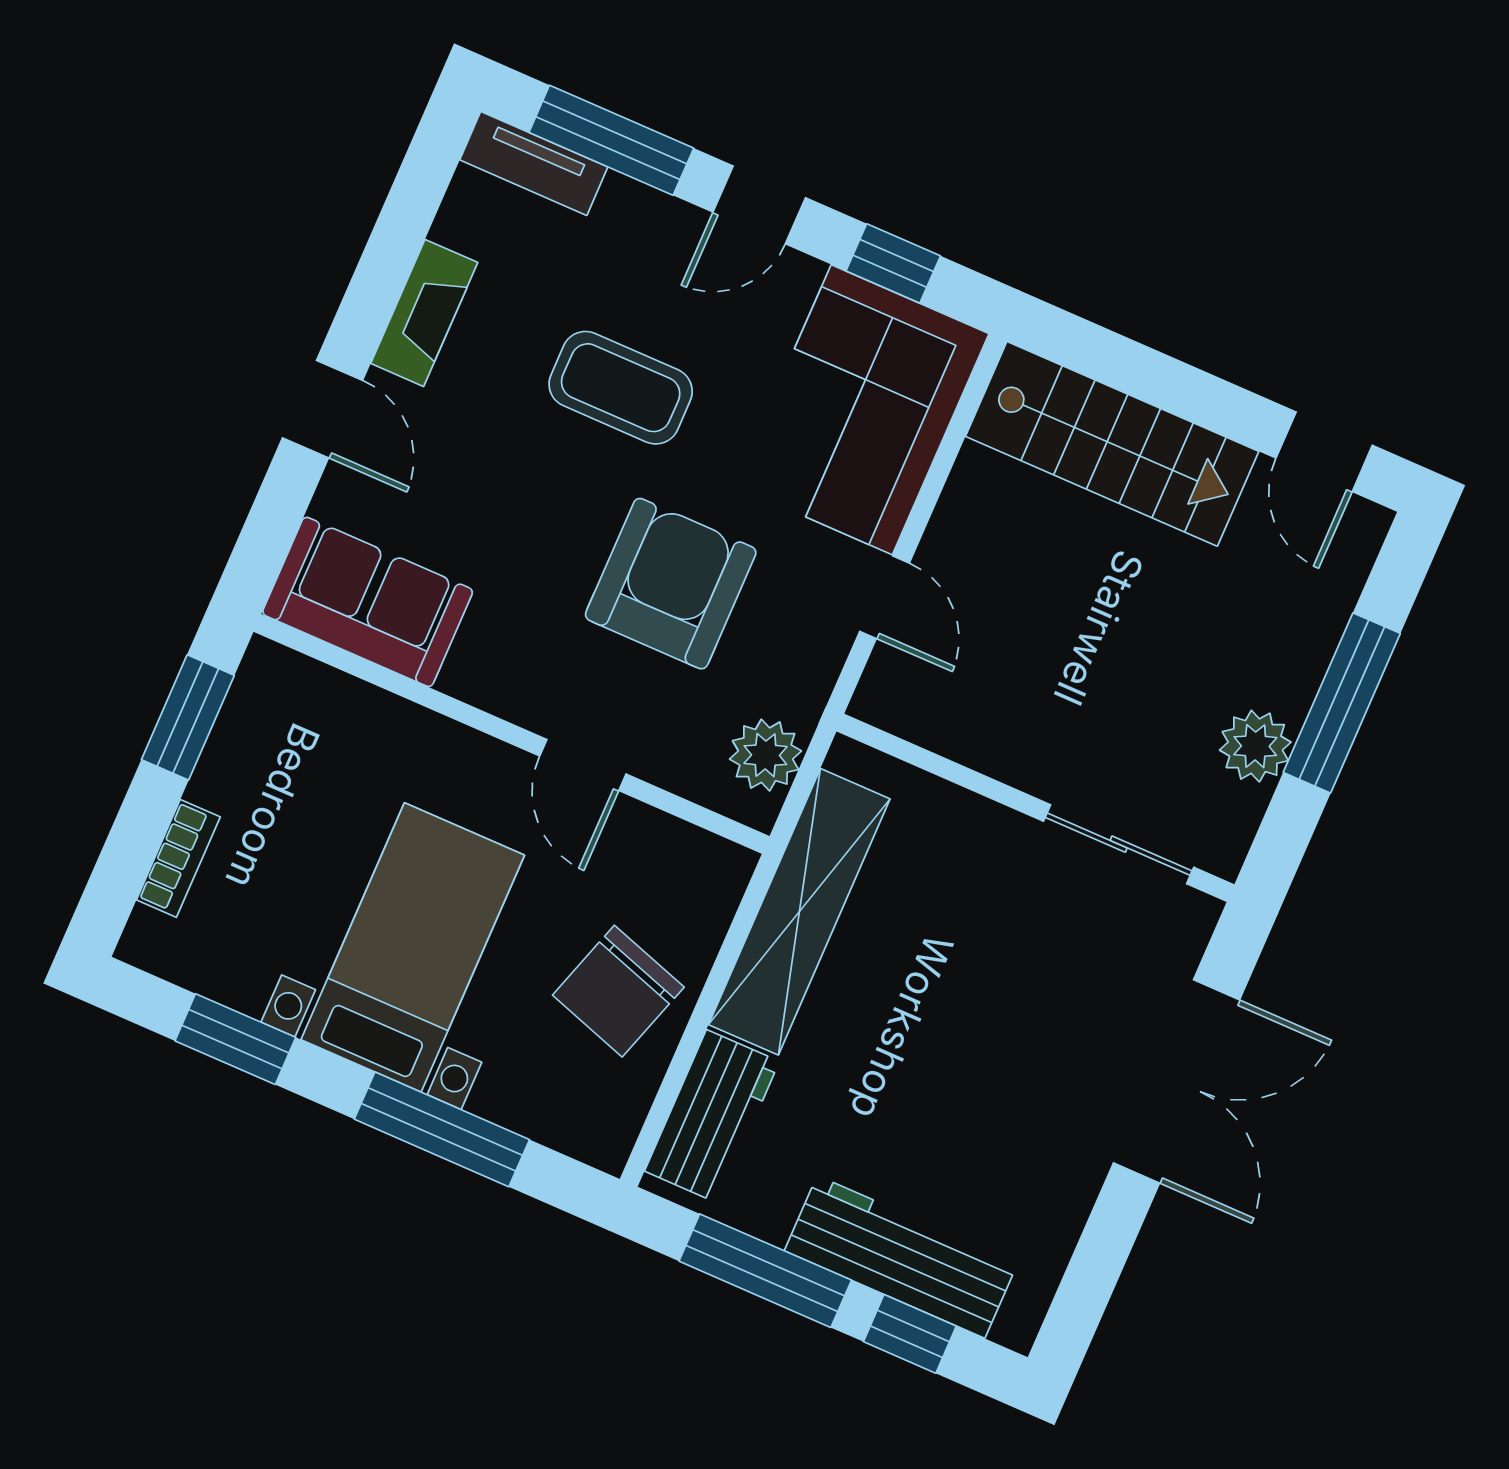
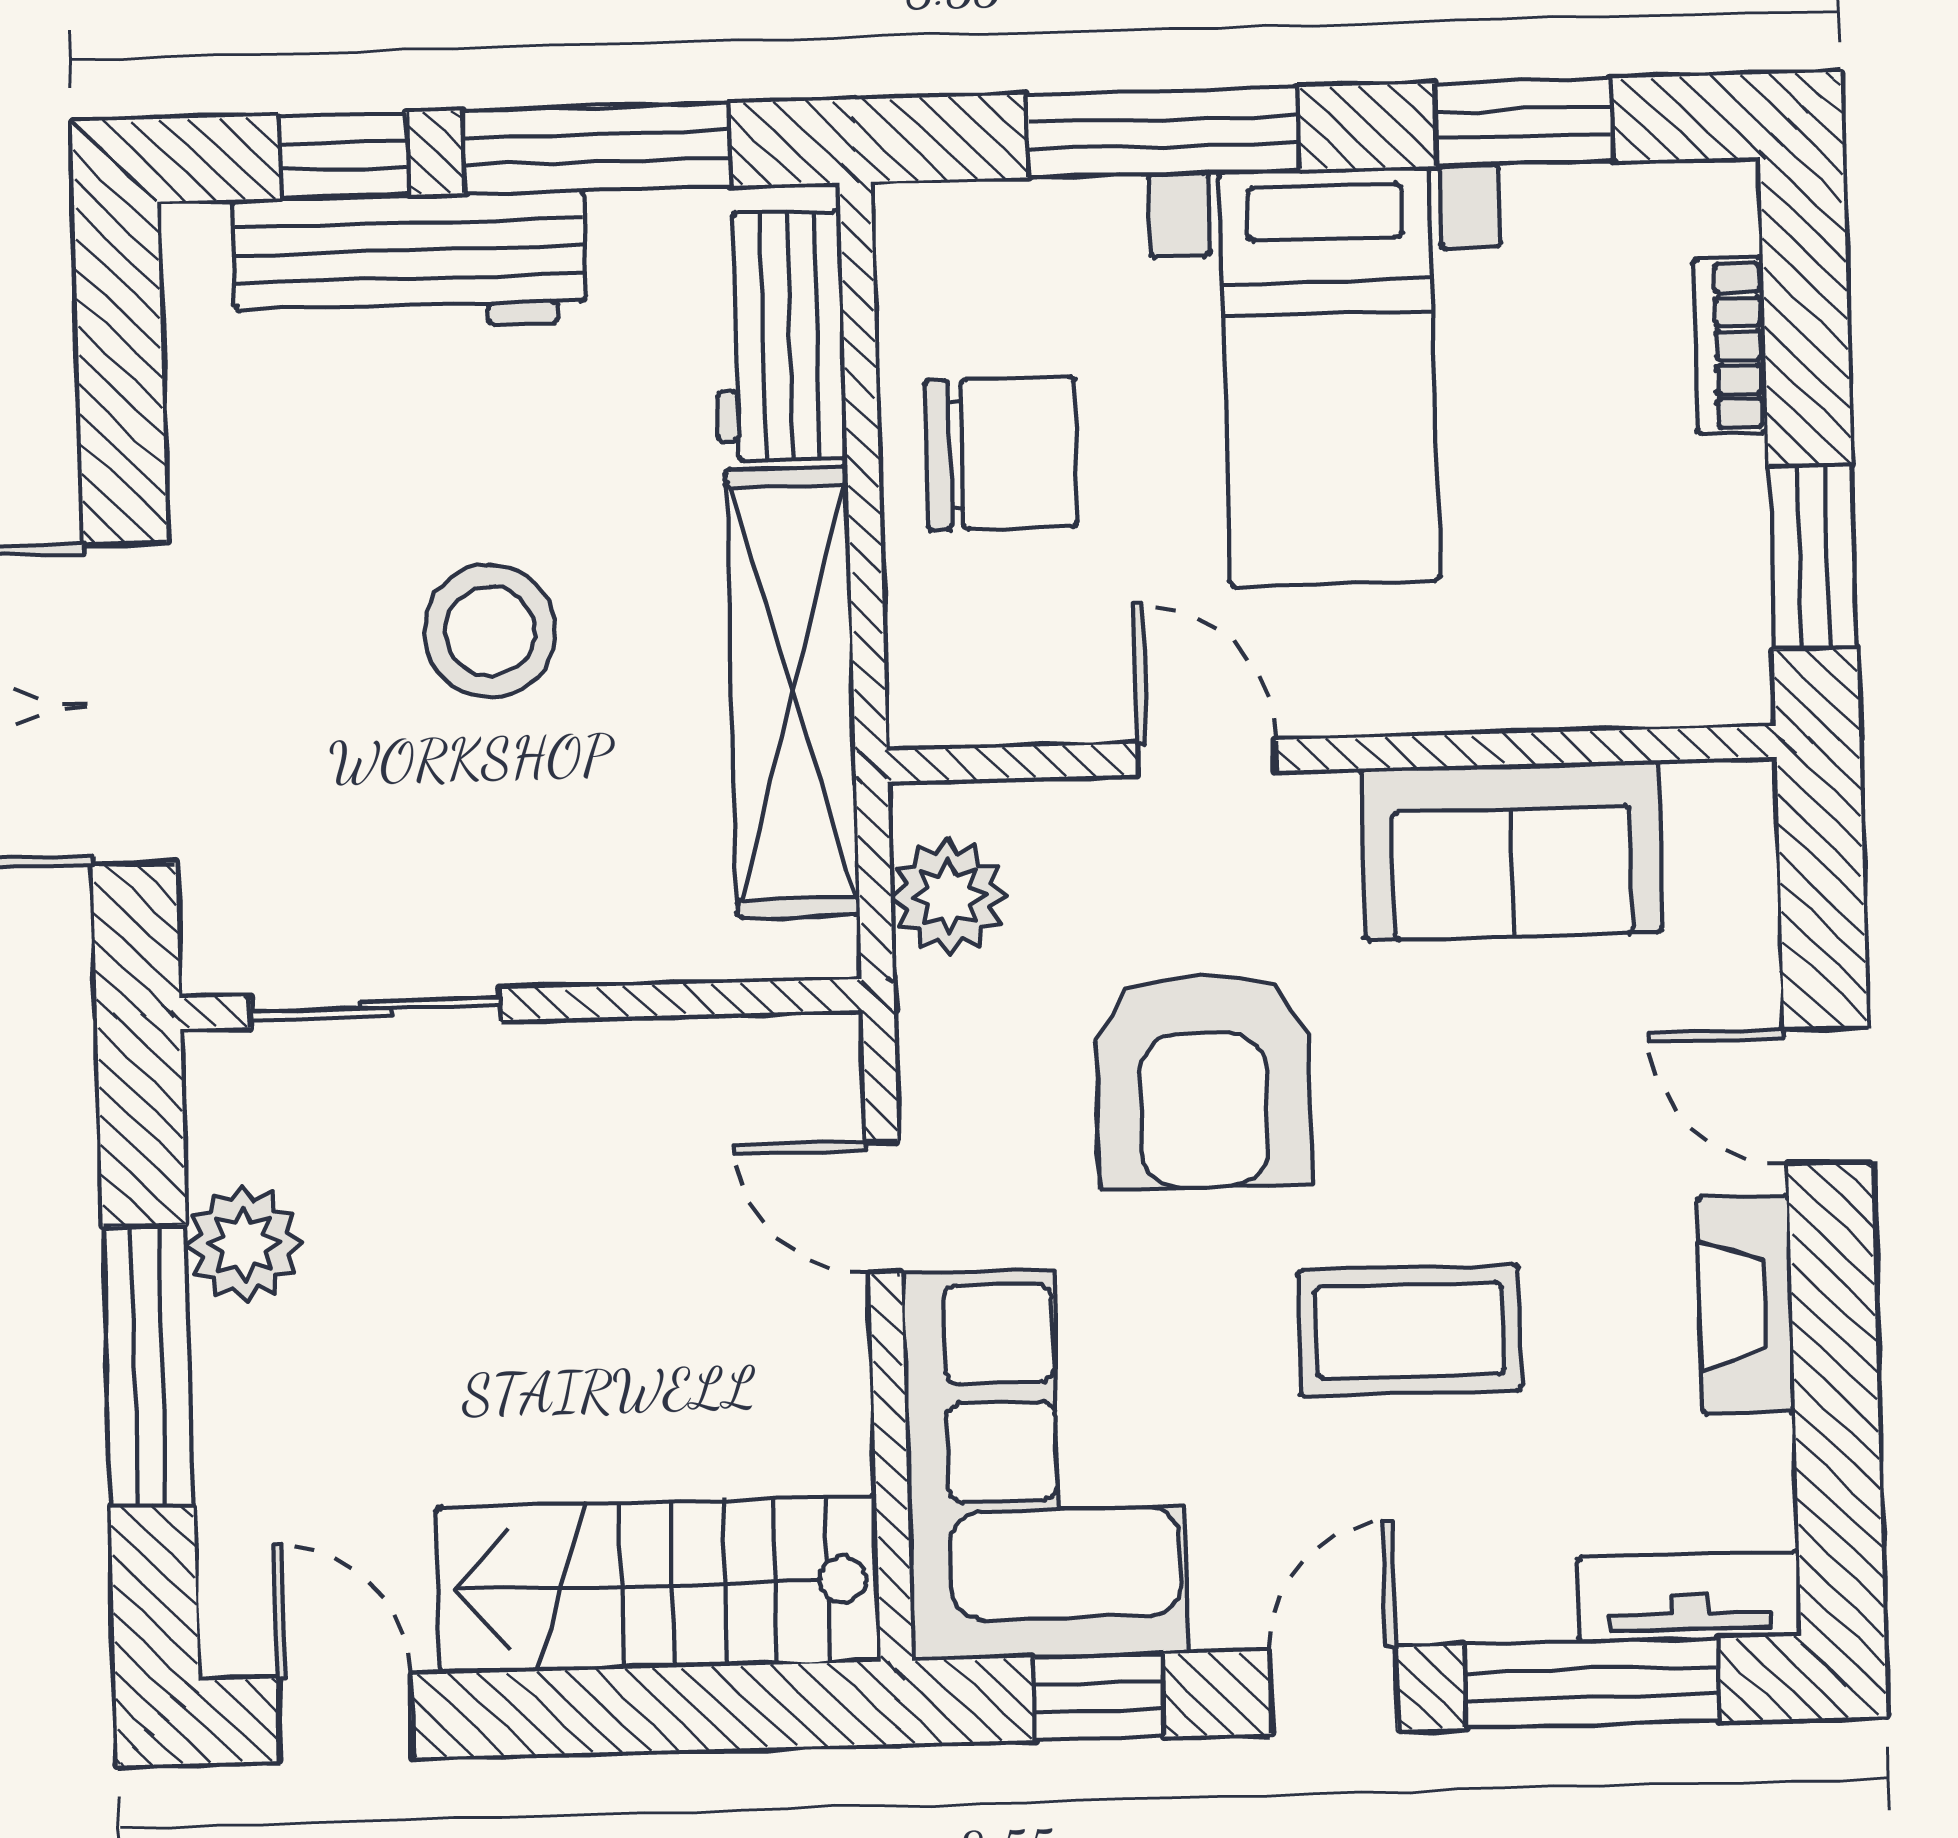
sofa: (368, 602) -> (1512, 850), moved
chair: (618, 991) -> (1001, 453), turned 72
stool: (954, 1027) -> (490, 631), added

